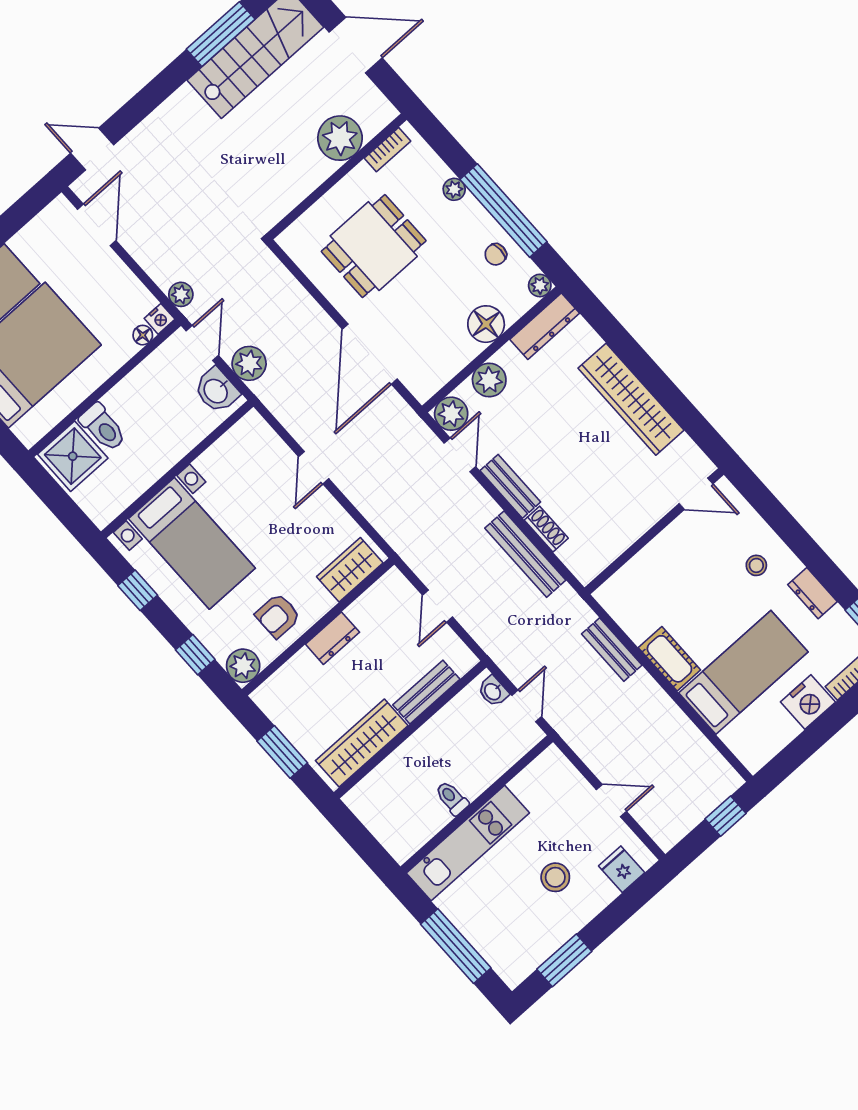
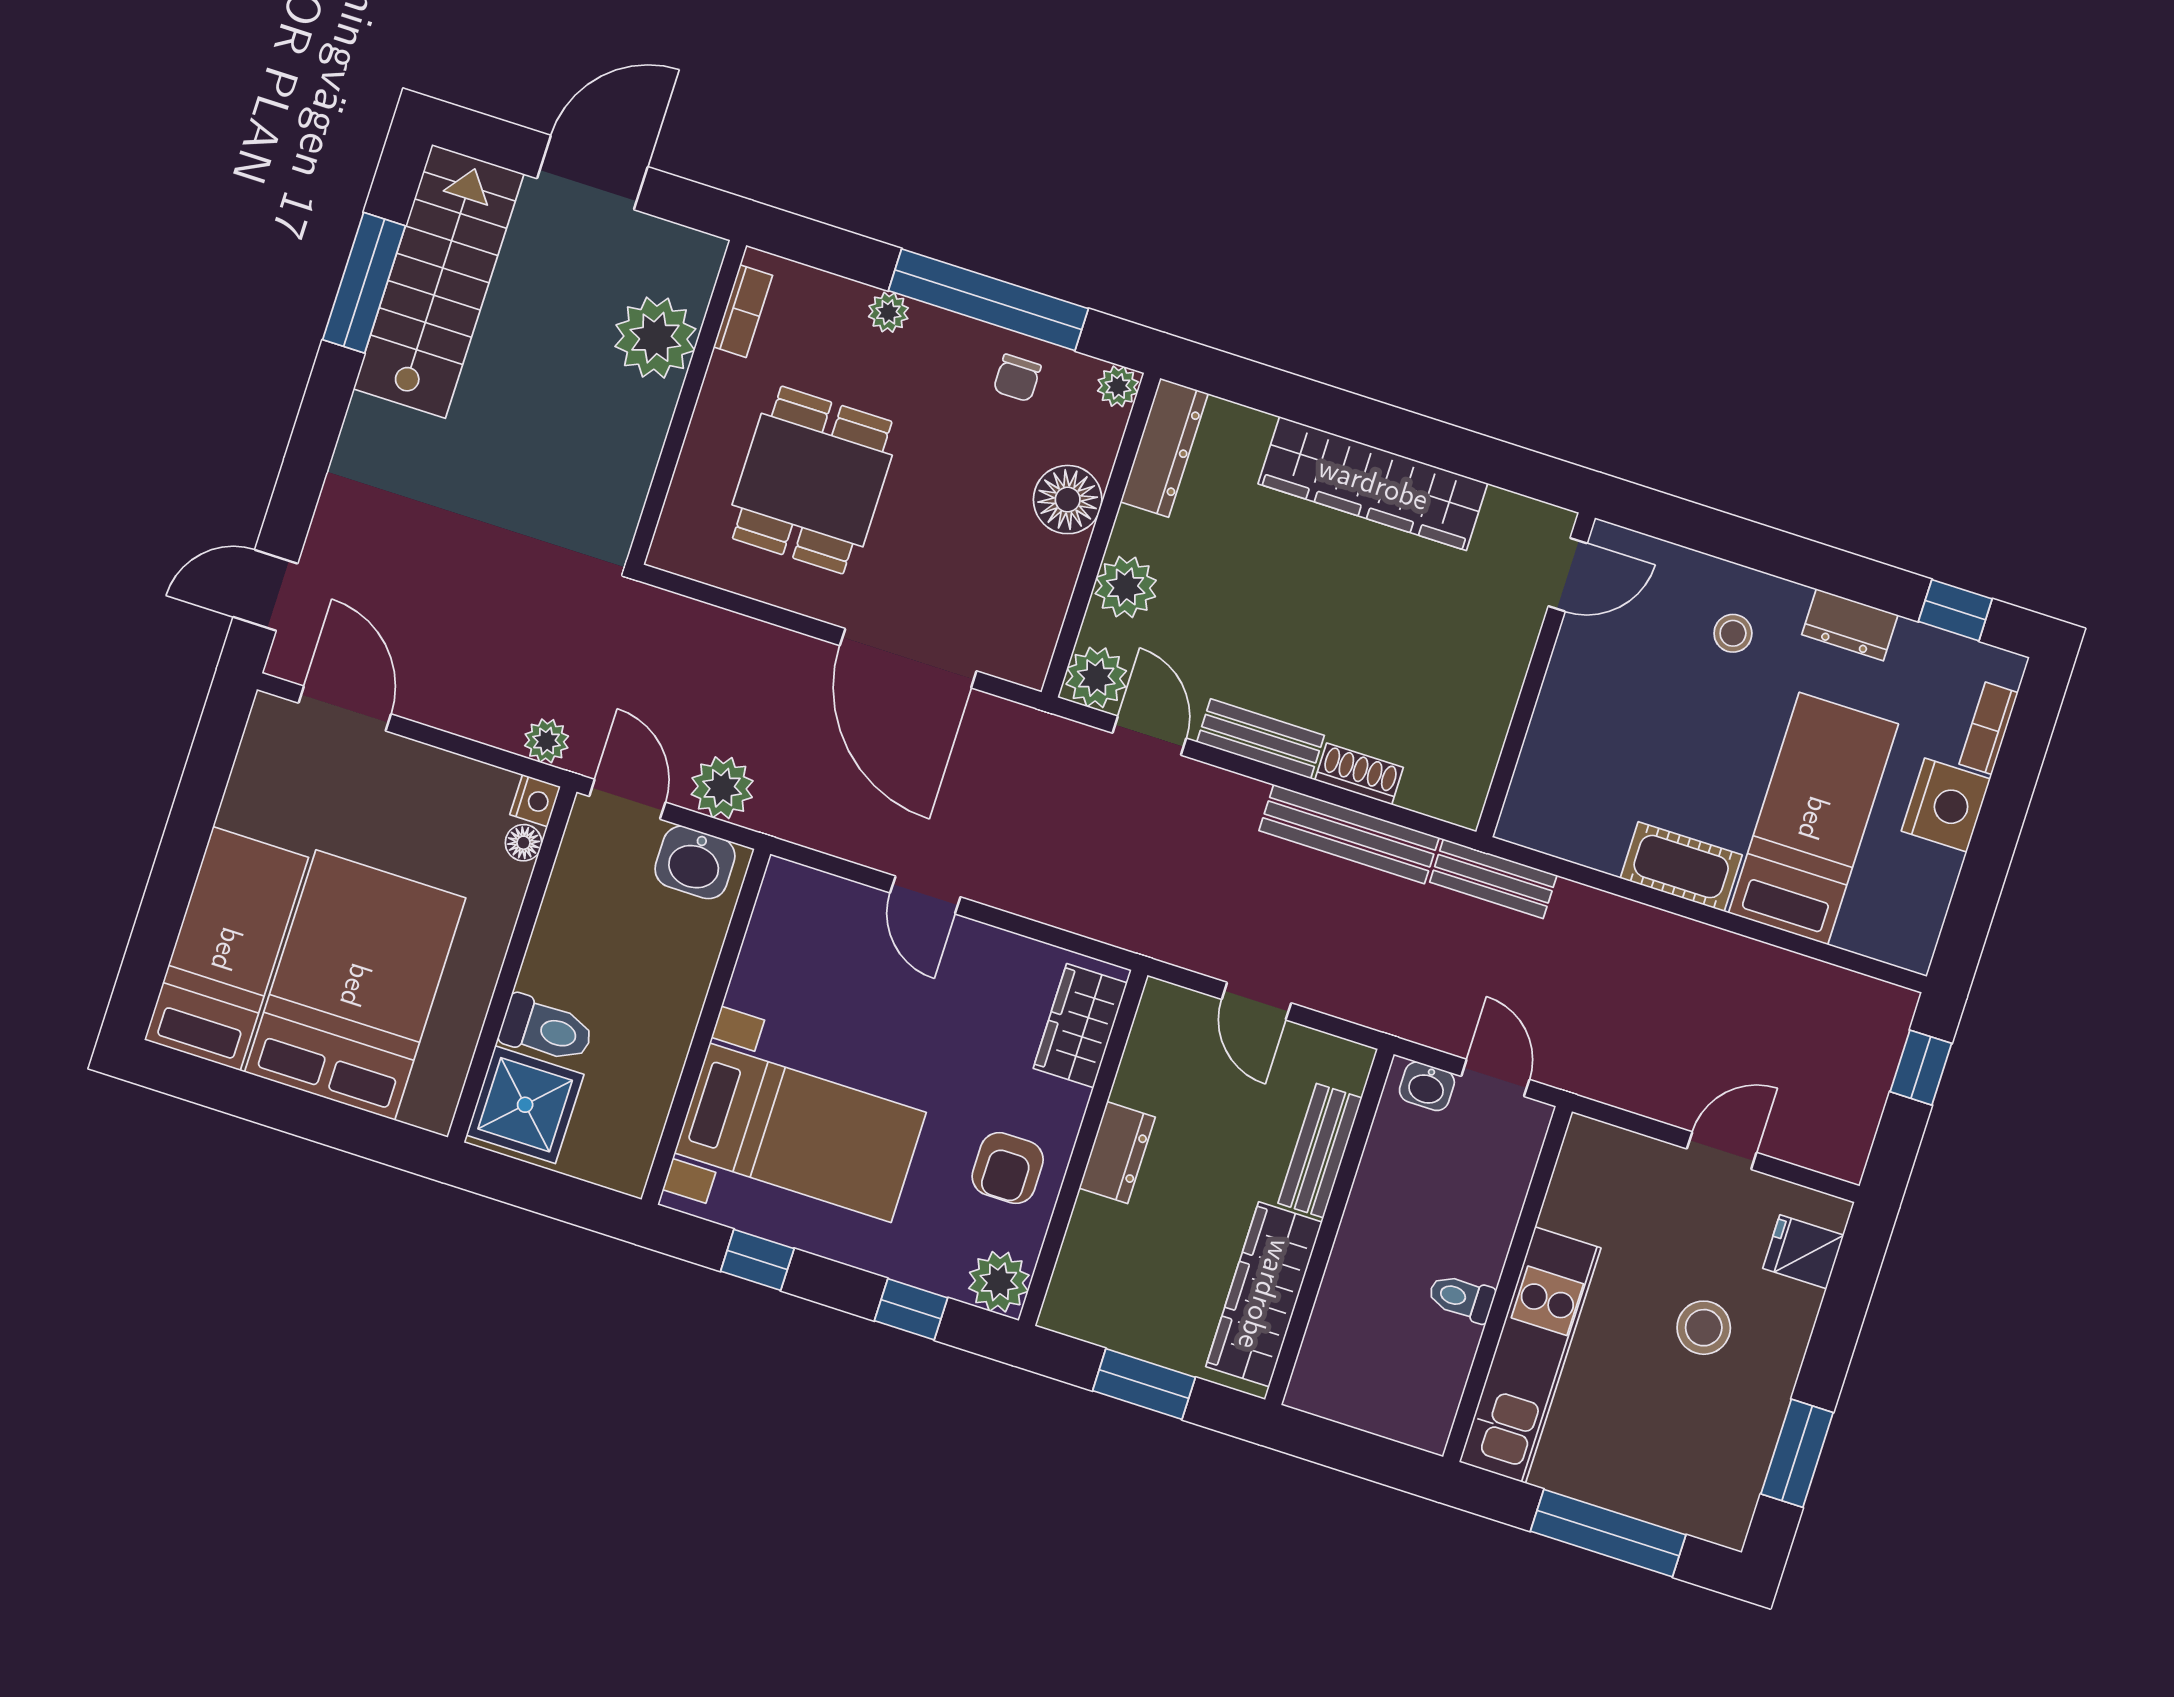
bench: (612, 650) -> (1493, 879), moved

